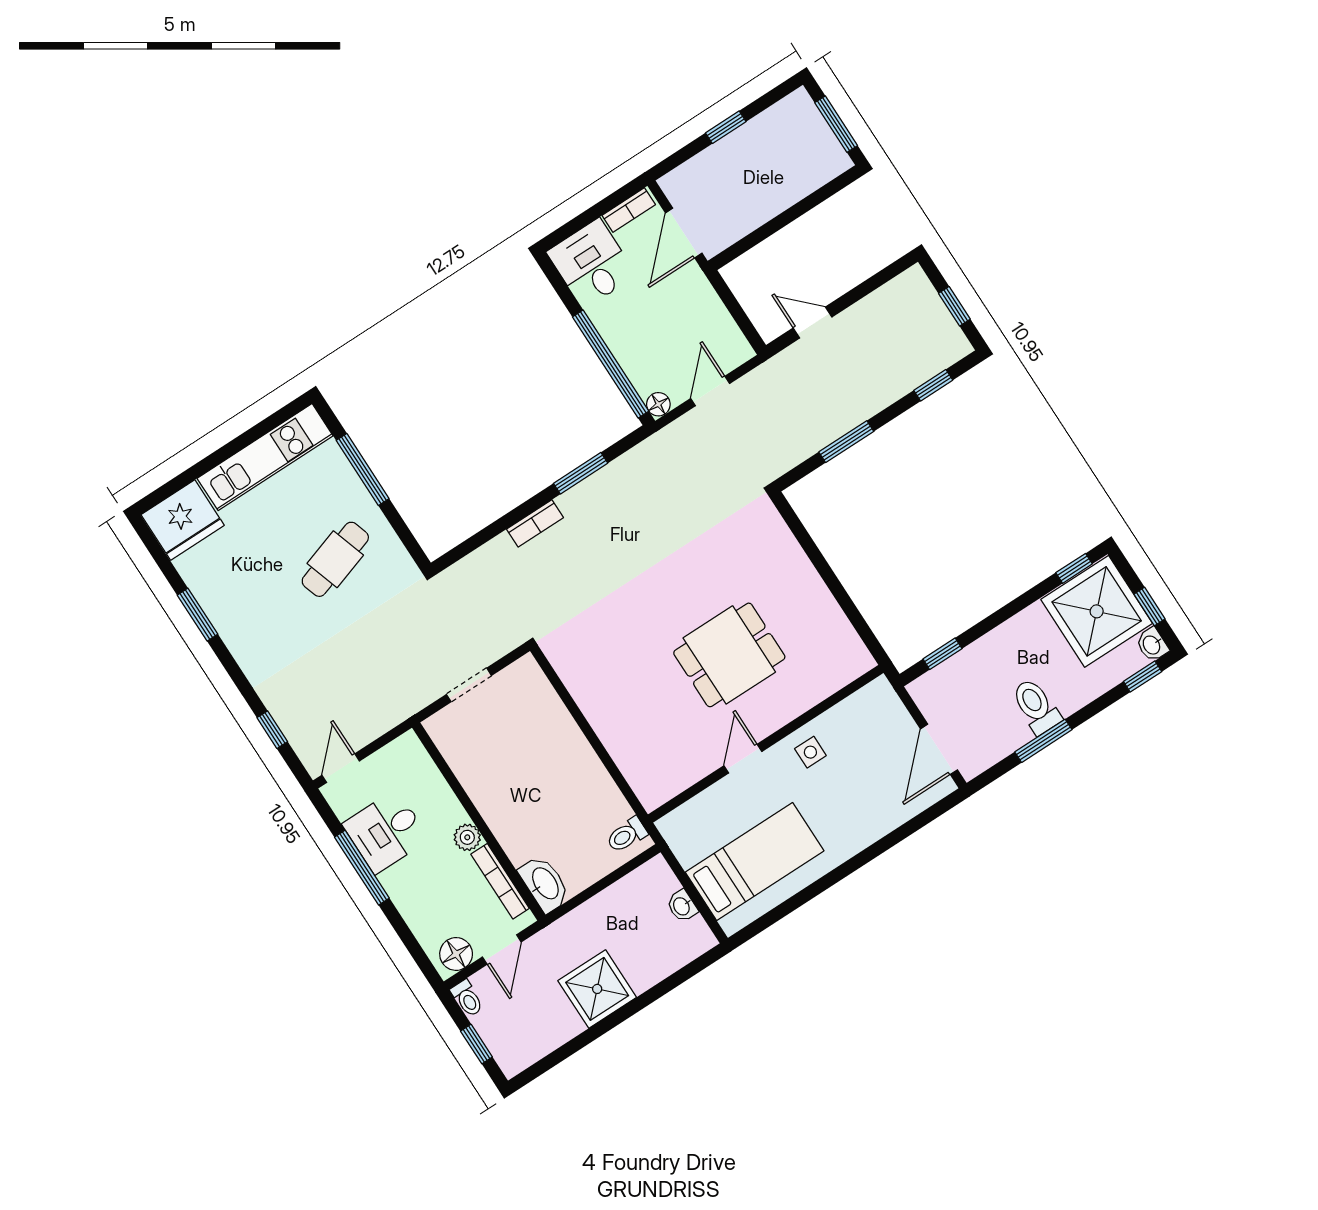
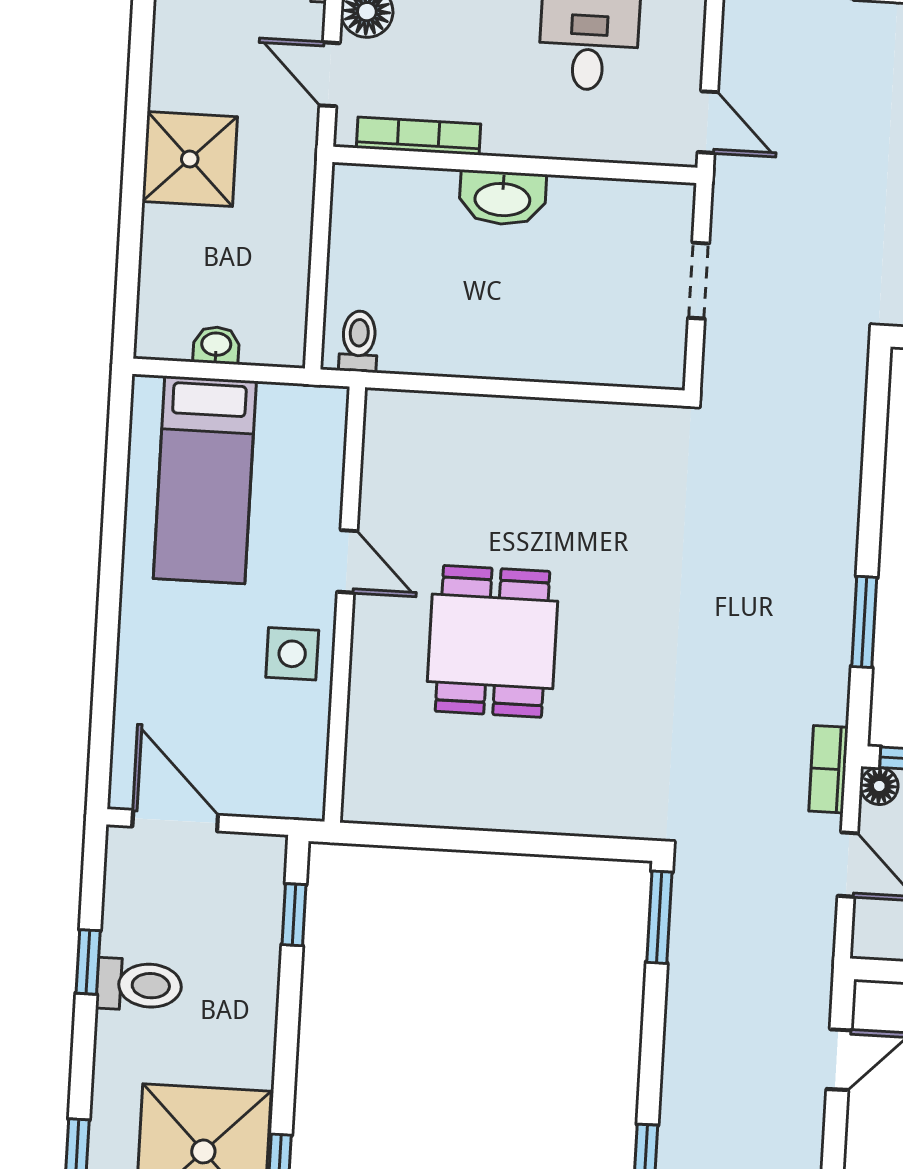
window: (846, 442) -> (659, 917), moved
bookcase: (535, 523) -> (828, 769), moved
window: (1043, 741) -> (88, 962), width x0.67
side table: (810, 752) -> (292, 654), width x1.37, depth x1.37
door: (341, 768) -> (708, 122), moved
plant: (467, 837) -> (505, 135), removed
washbasin: (545, 884) -> (502, 198), moved

